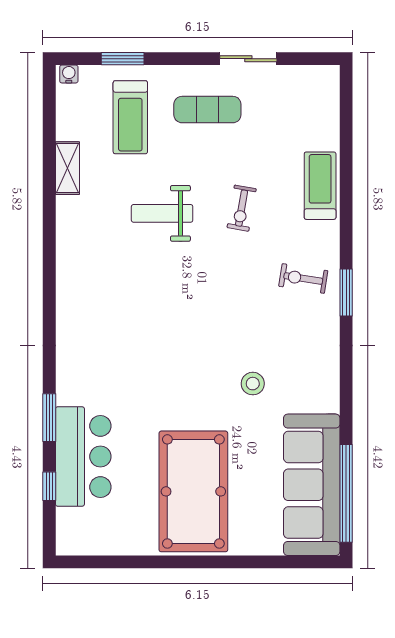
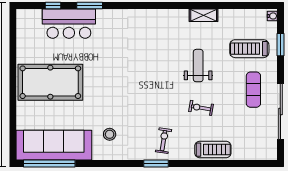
sliding door: (248, 59) -> (280, 111), width x1.86
shelving: (67, 168) -> (204, 15), moved
stool: (253, 384) -> (110, 134), moved

